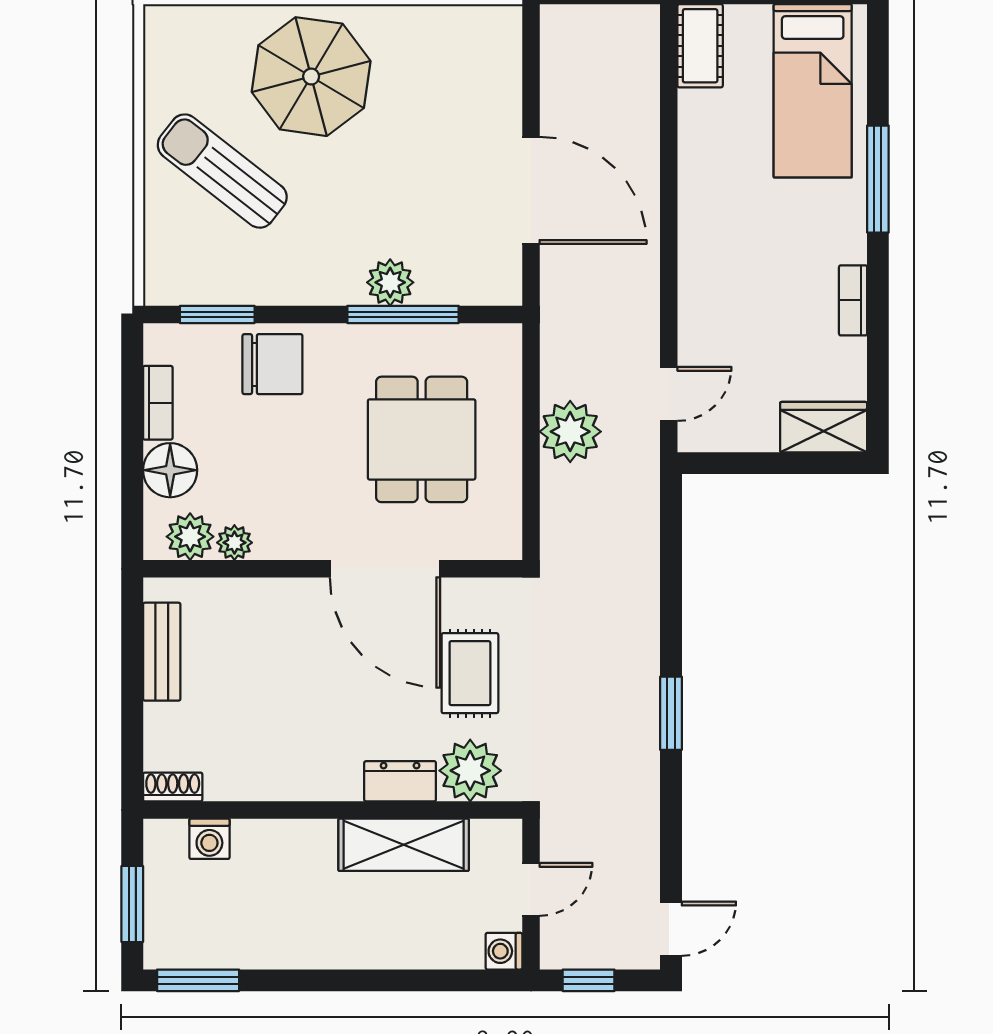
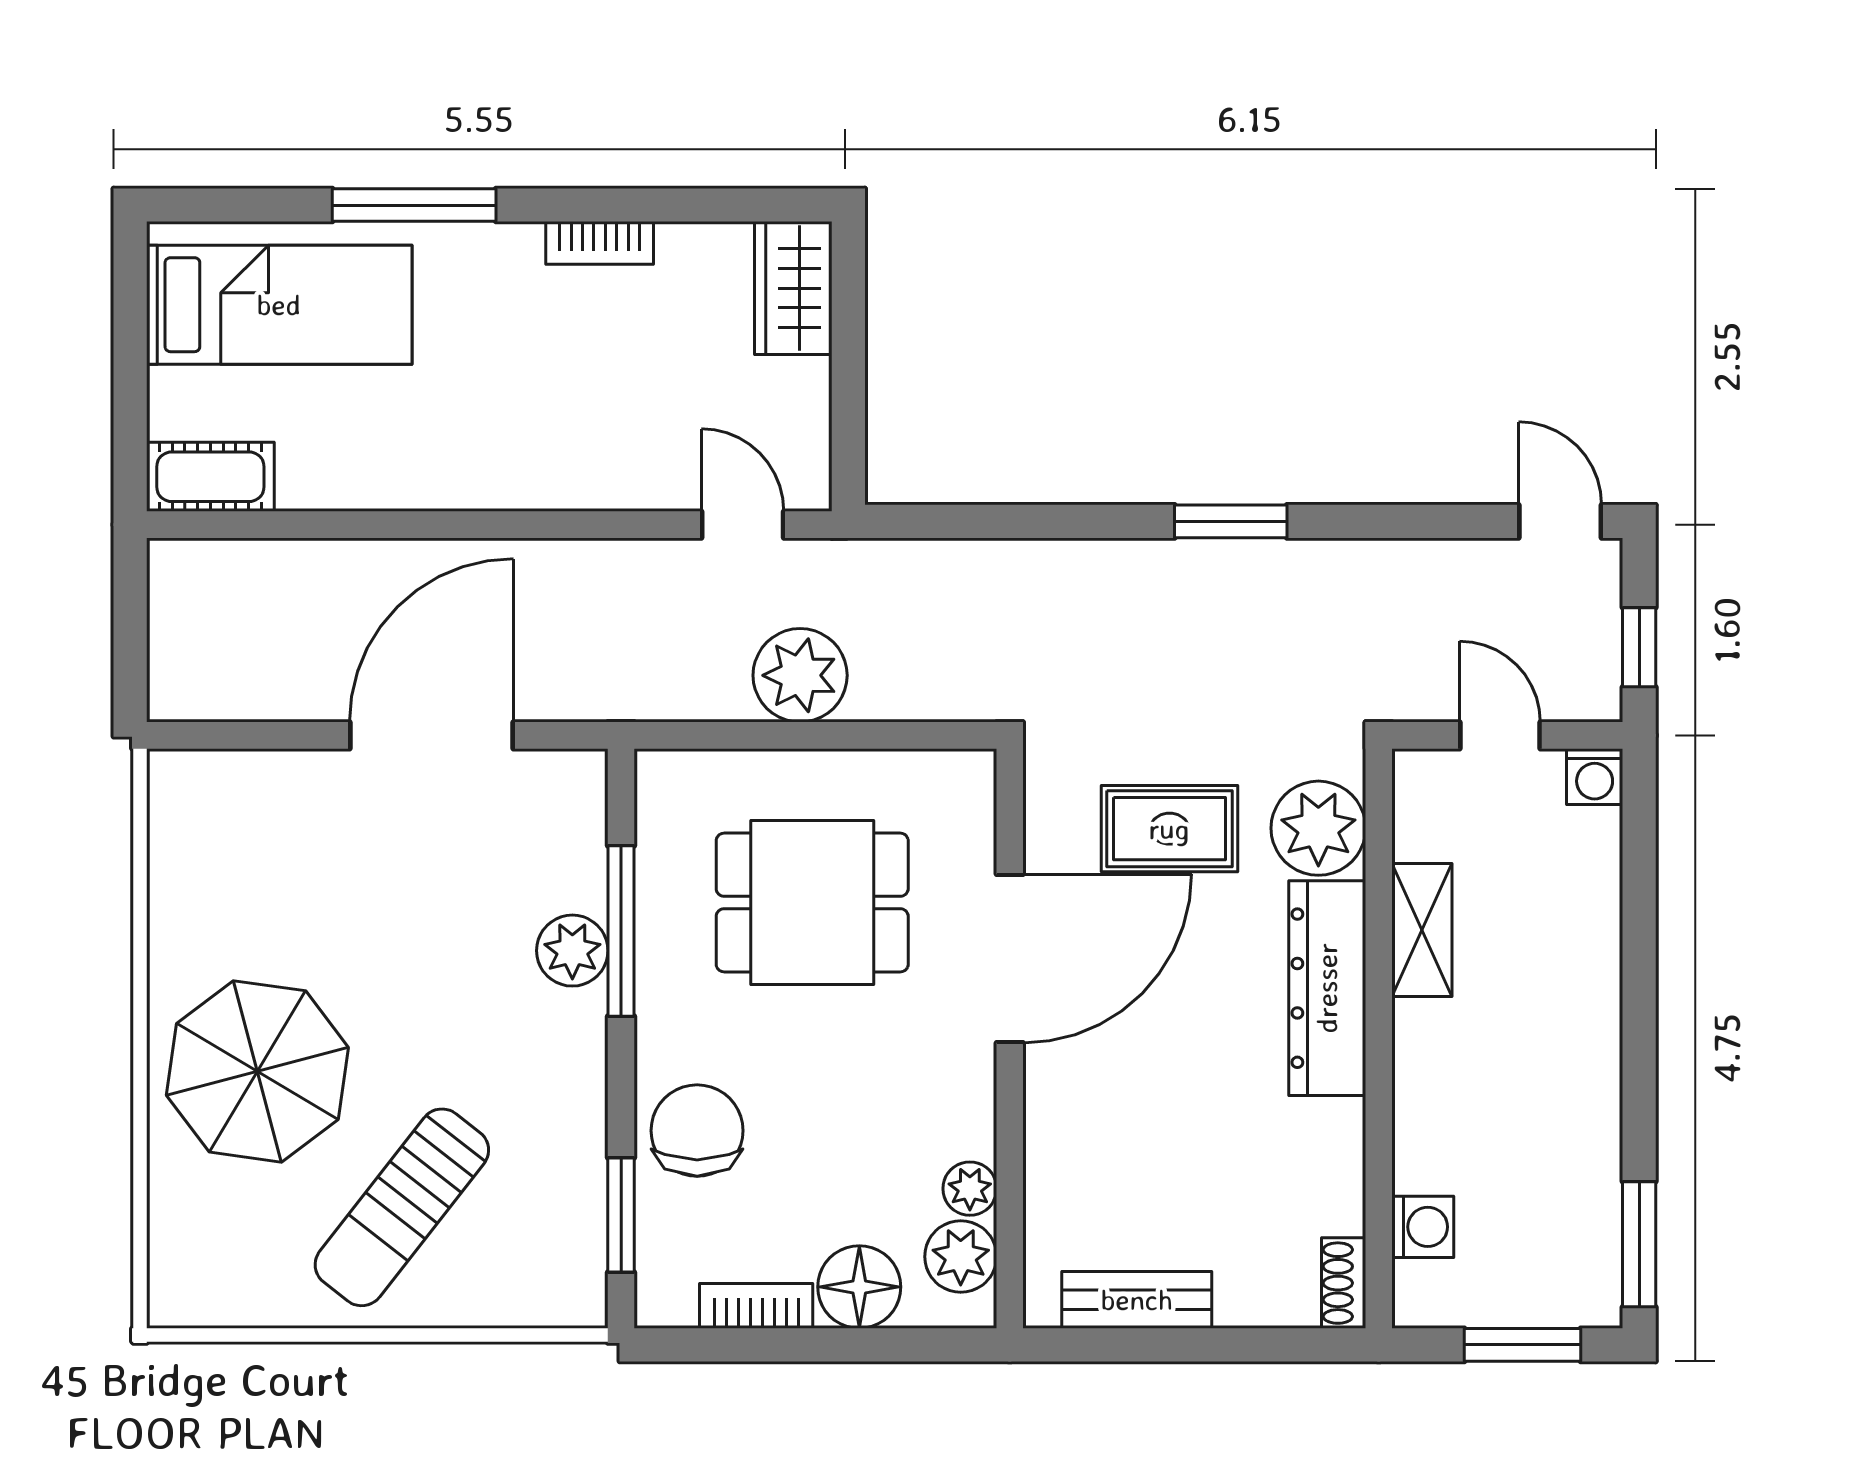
dresser: (400, 781) -> (1327, 988), width x1.96, depth x1.24
shelving: (404, 845) -> (1422, 930), width x0.67, depth x0.75

